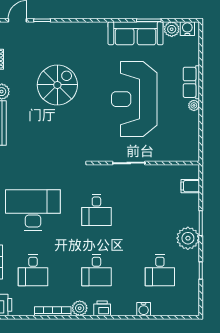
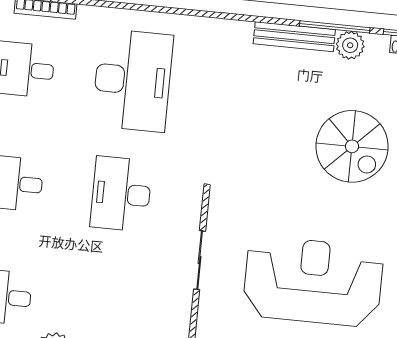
desk: (96, 210) -> (121, 194), width x1.37

